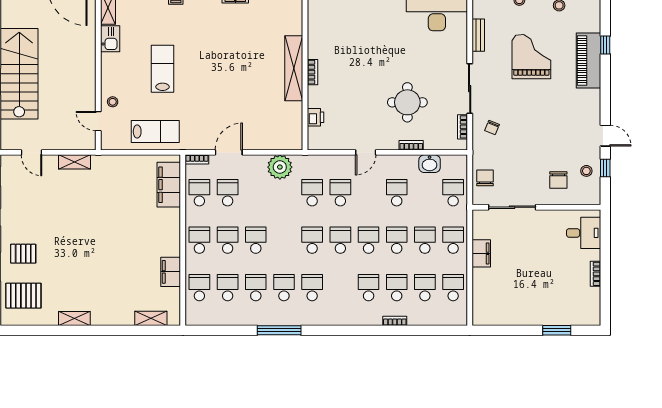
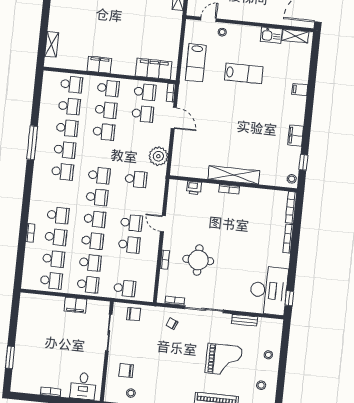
washbasin: (430, 164) -> (149, 272), removed
school desk: (340, 193) -> (131, 223), moved
filing cabinet: (171, 272) -> (99, 65), moved

